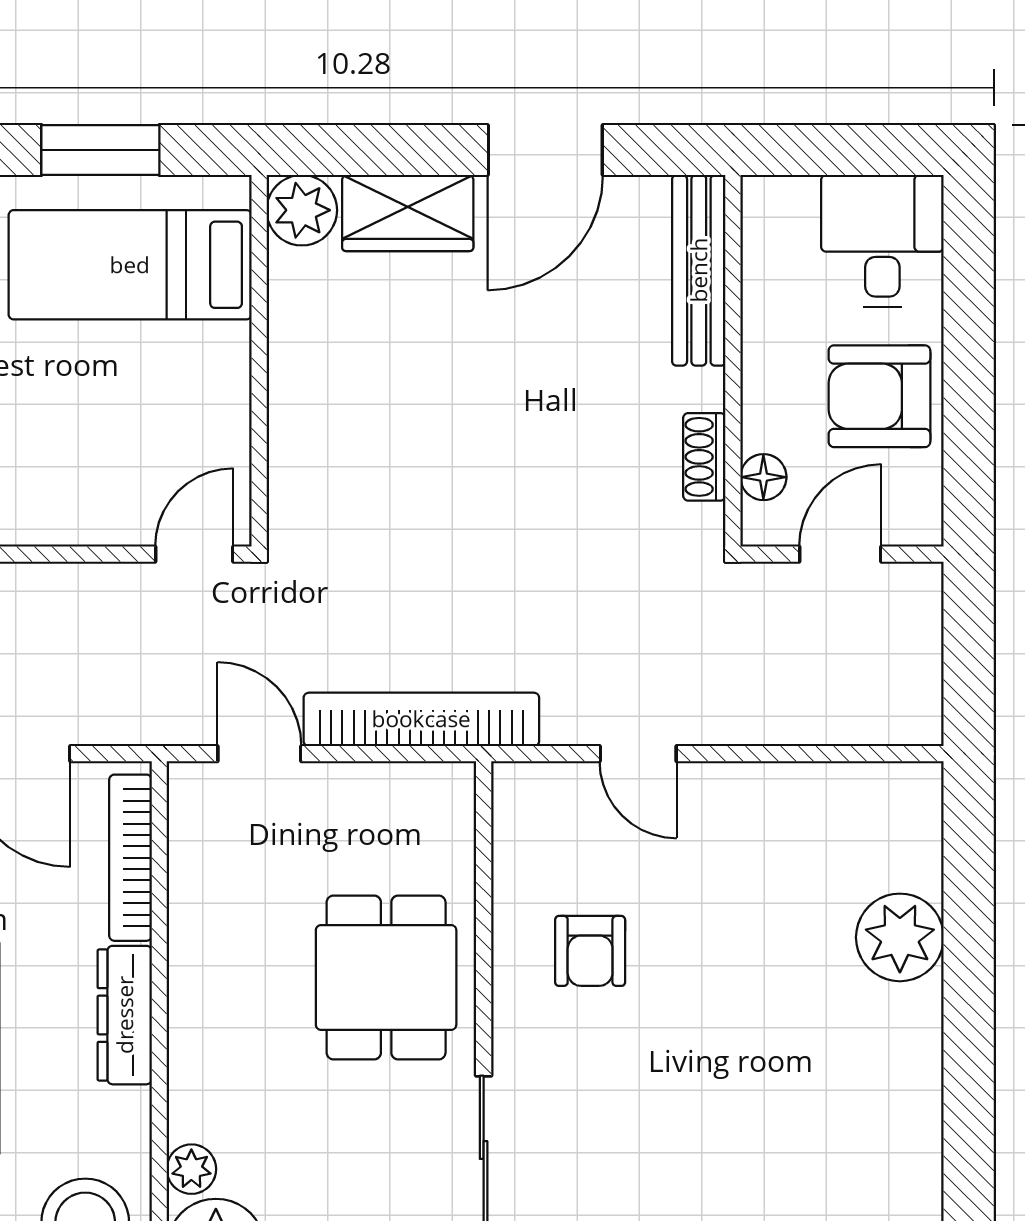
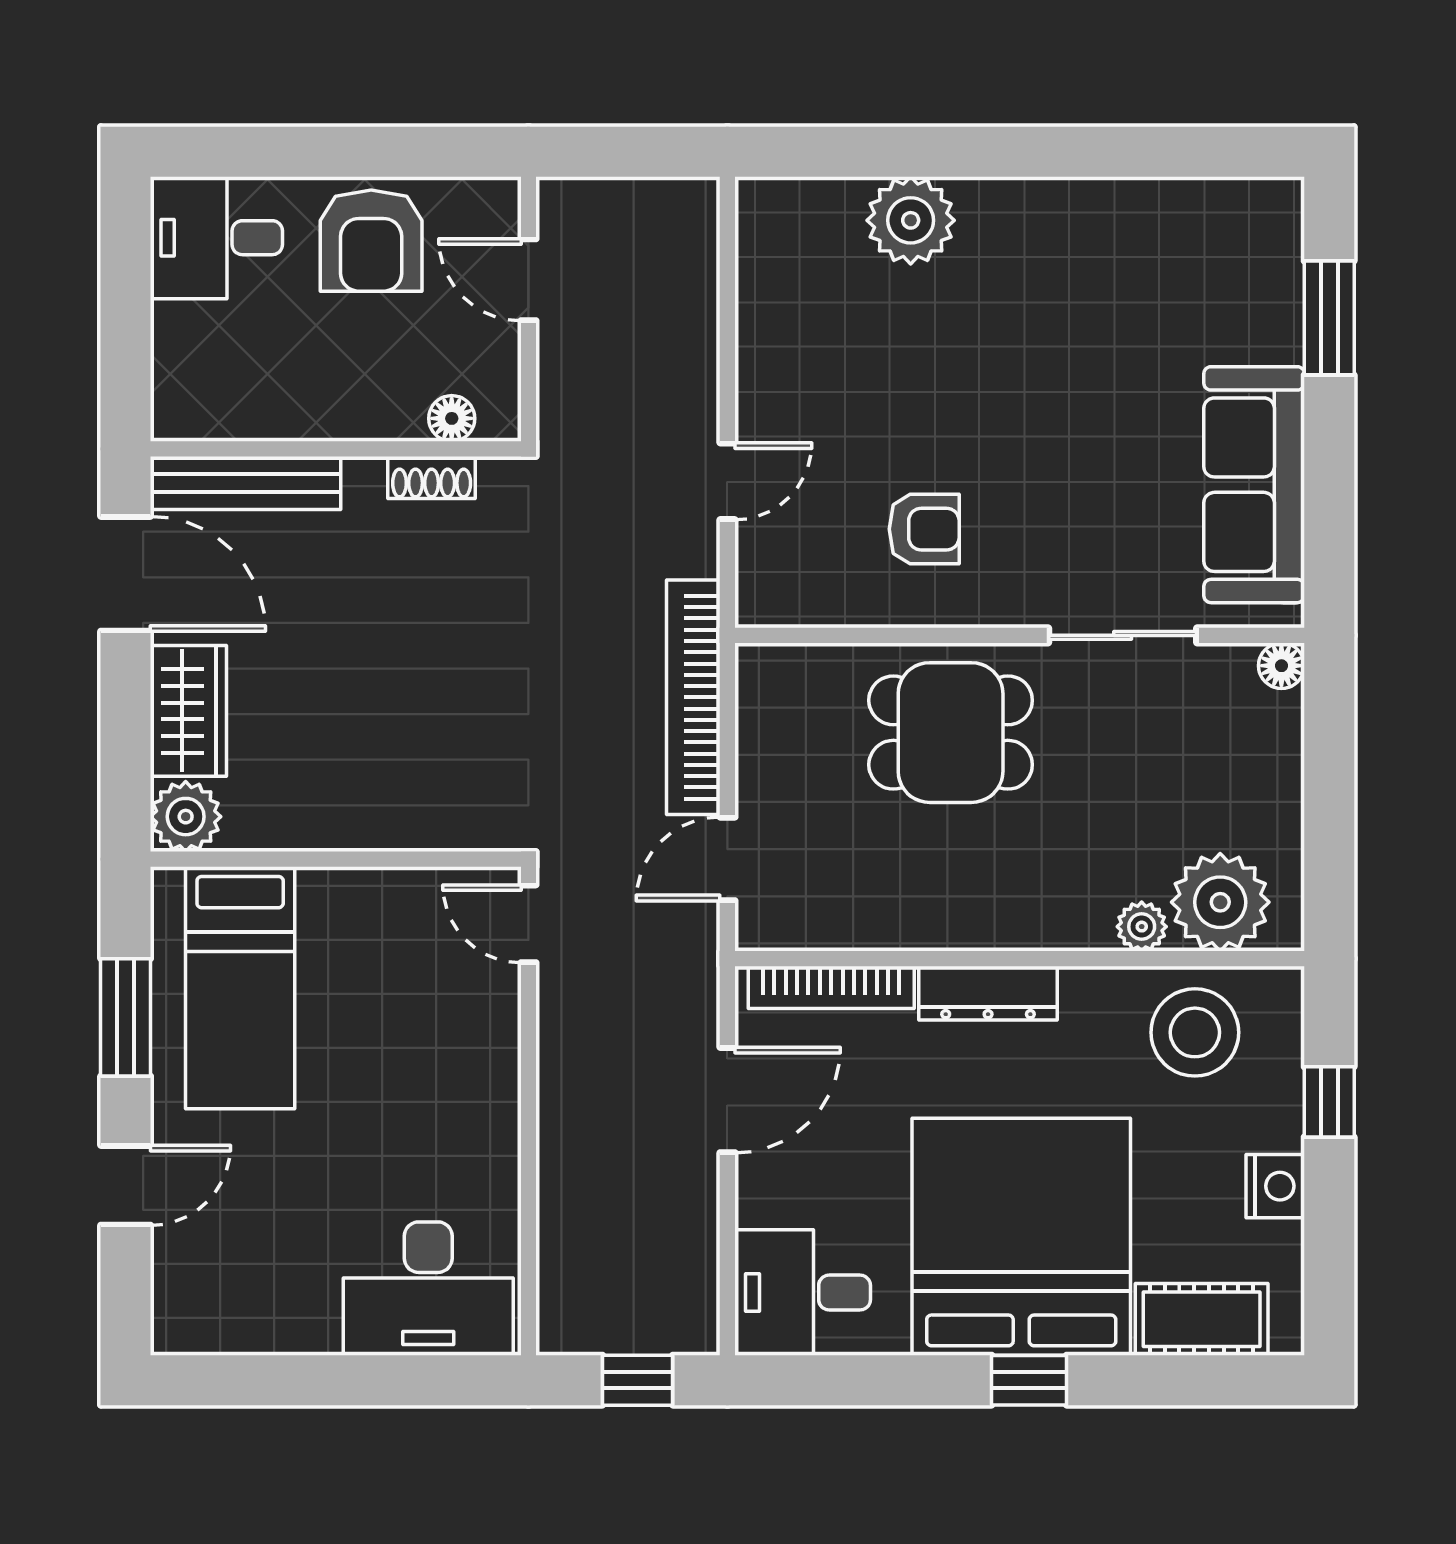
bench: (699, 270) -> (246, 483), moved
wall: (733, 361) -> (336, 449), moved
shoe rack: (704, 457) -> (432, 477), moved
floor lamp: (763, 477) -> (452, 418), moved

